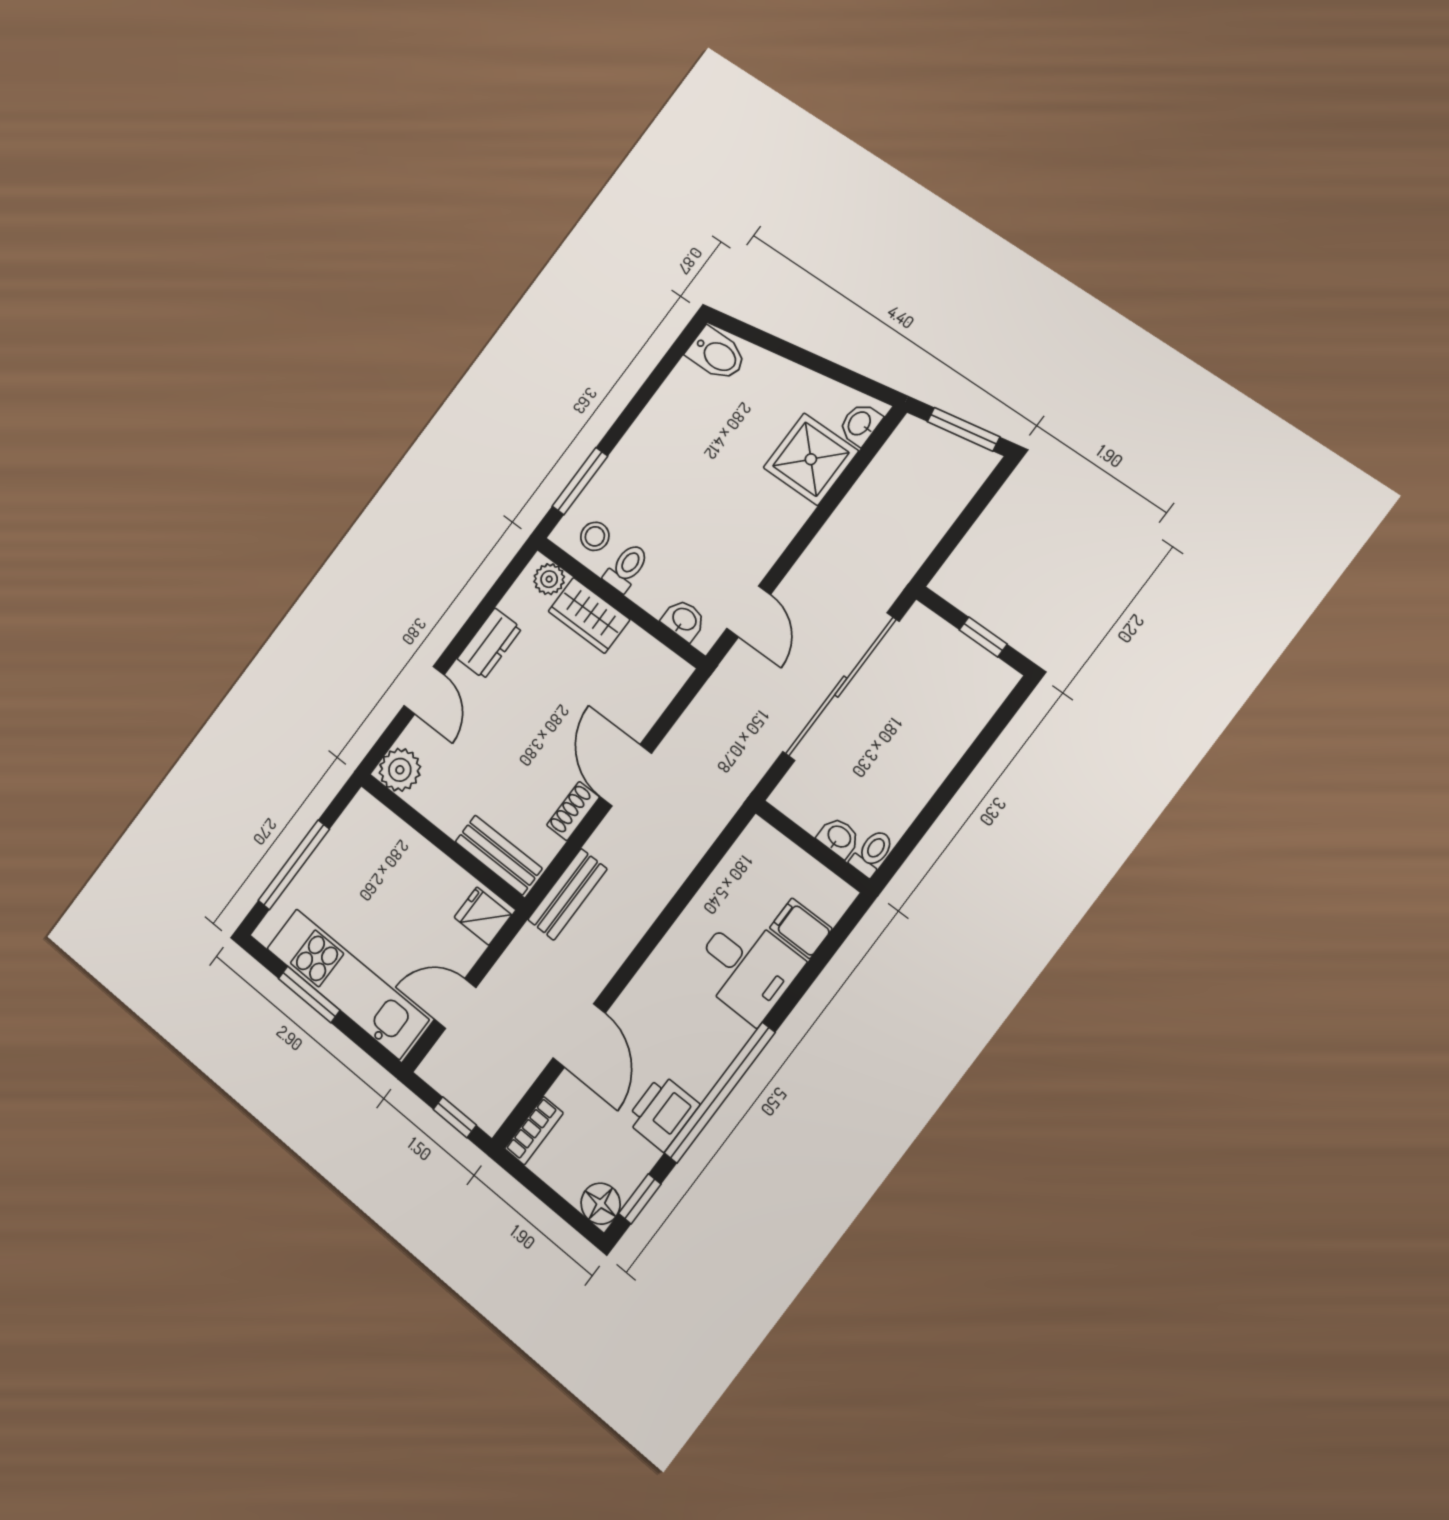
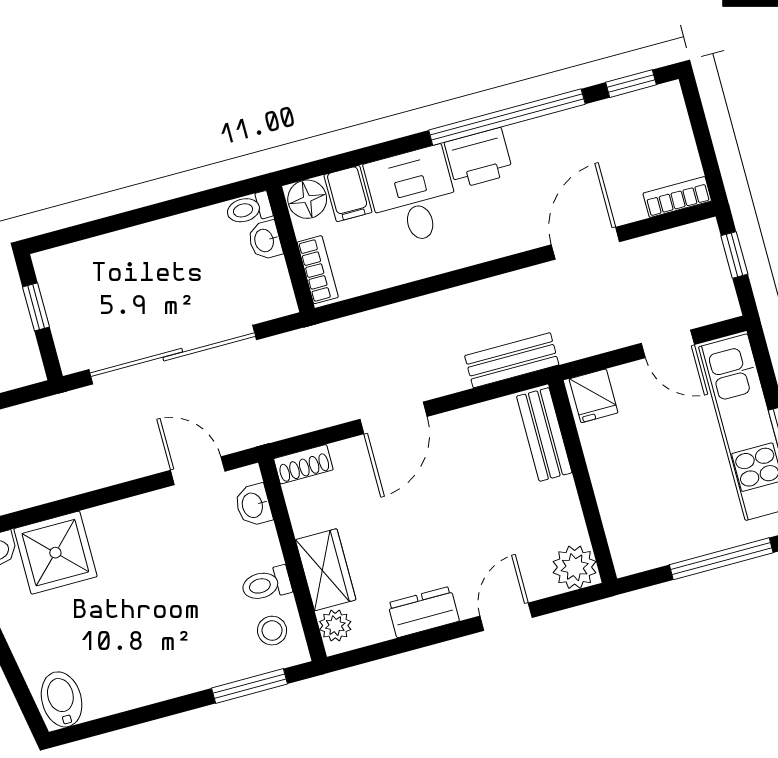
door: (749, 612) -> (198, 471), hinge flipped
shoe rack: (573, 811) -> (303, 464), moved
bookcase: (777, 847) -> (318, 270), added
printer: (662, 1113) -> (479, 158), moved
floor lamp: (601, 1204) -> (307, 199), moved

